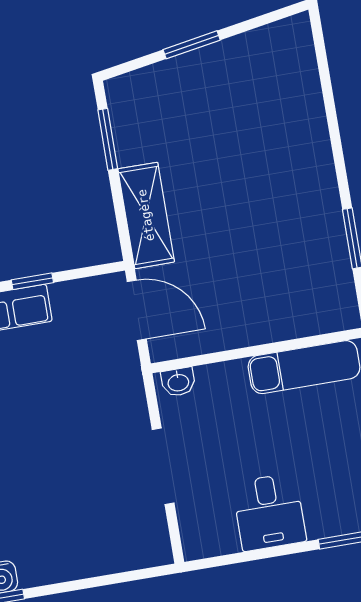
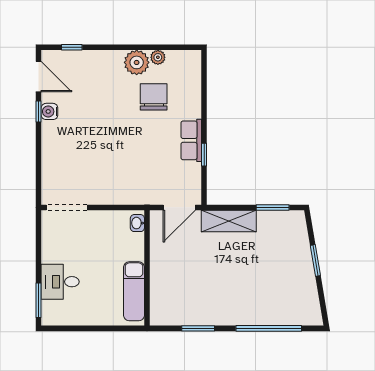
window: (330, 109) -> (269, 328), added
doorway: (163, 466) -> (67, 207), moved
desk: (269, 512) -> (60, 282), moved

